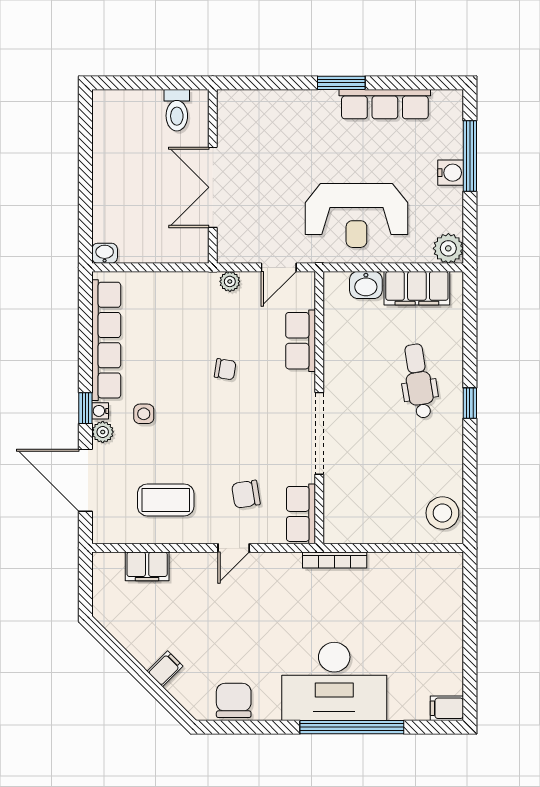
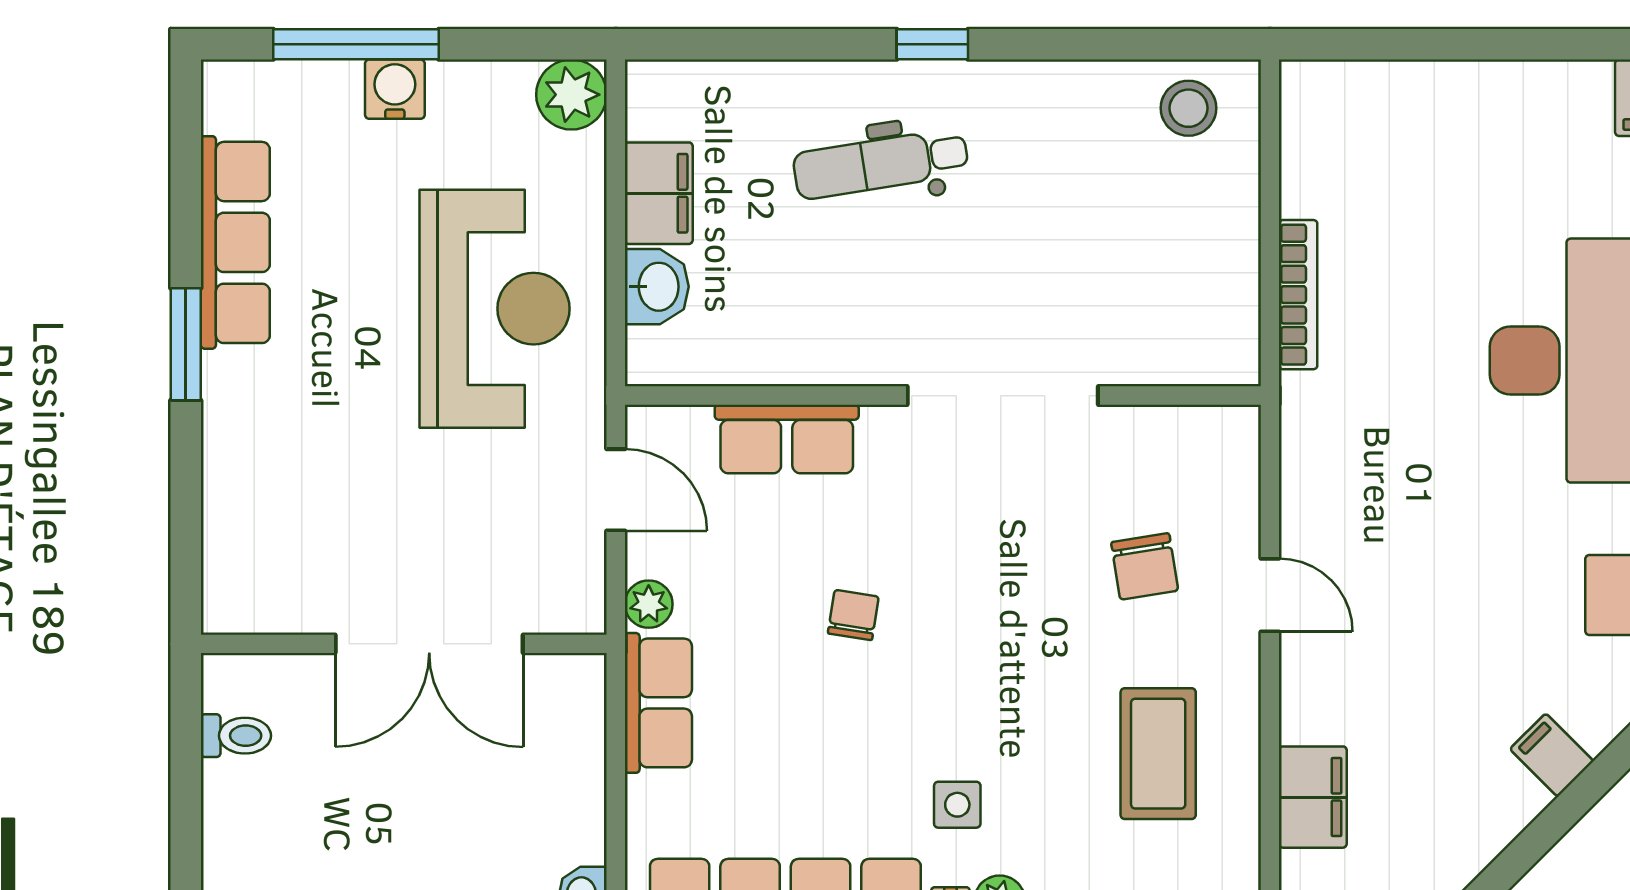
toilet: (177, 110) -> (236, 736), width x0.73, depth x0.72
filing cabinet: (417, 288) -> (659, 193), width x0.67, depth x0.86
stool: (442, 513) -> (1189, 108), width x0.73, depth x0.73
row of seats: (301, 514) -> (658, 703), moved, turned -90
bookcase: (335, 560) -> (1298, 295), moved

